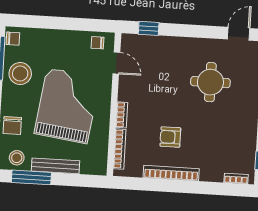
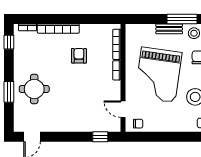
round table: (210, 82) -> (34, 89), moved
armchair: (170, 137) -> (79, 56), turned -90
bench: (56, 166) -> (169, 29), width x0.73
bookcase: (171, 173) -> (58, 29), moved

